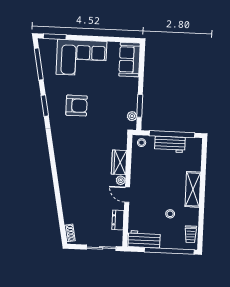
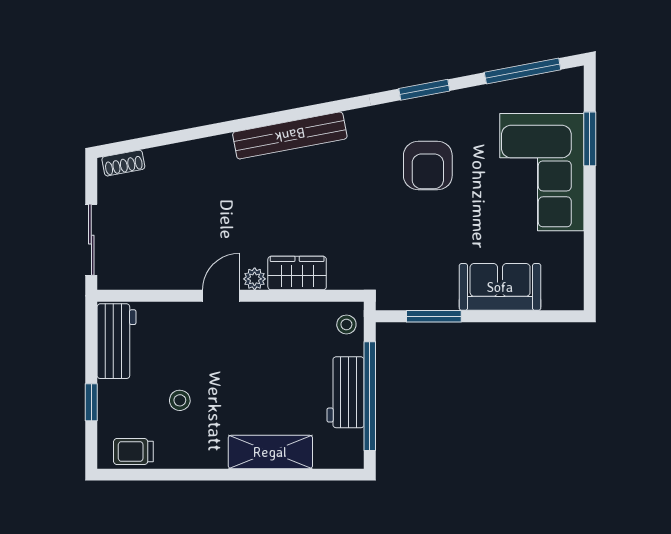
window: (55, 37) -> (590, 139), moved
sofa: (130, 60) -> (500, 287), moved
plant: (132, 116) -> (409, 299), removed
bench: (61, 163) -> (290, 135), added
shelving: (193, 189) -> (270, 452), moved
dresser: (118, 220) -> (159, 277), removed
window: (169, 251) -> (91, 402), width x0.32

